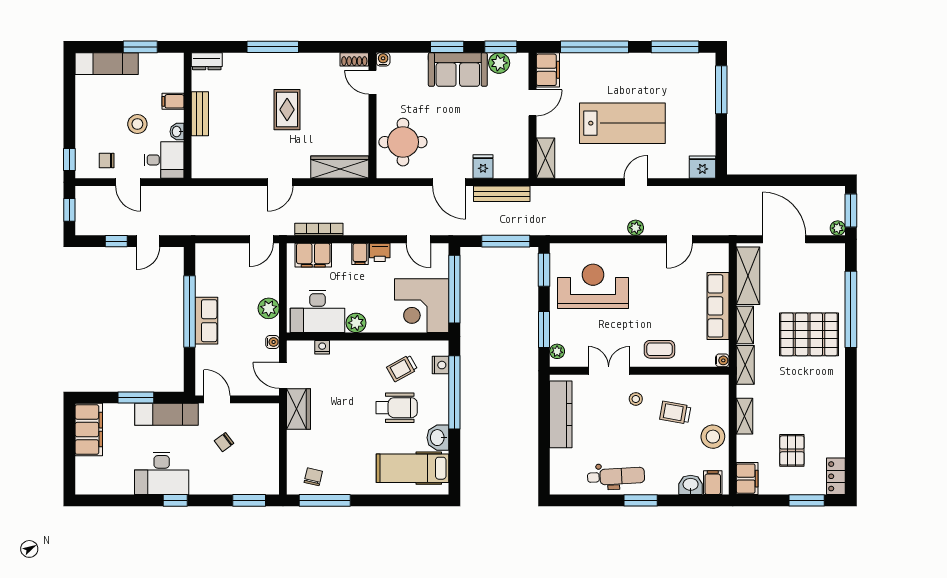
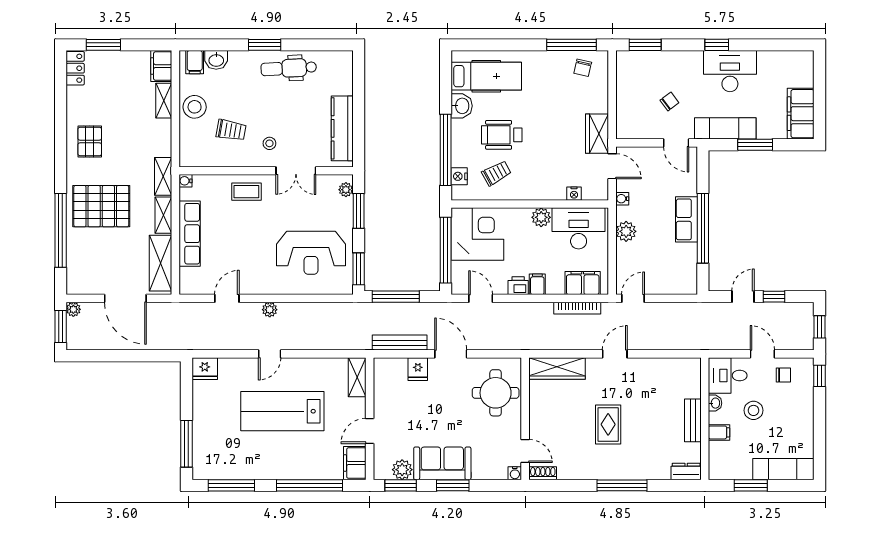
shelving: (745, 416) -> (164, 101), moved
pallet: (792, 450) -> (90, 141), moved

